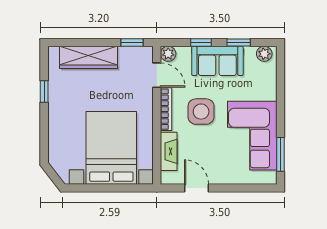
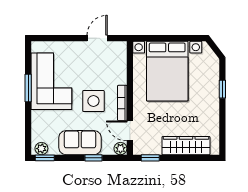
window: (239, 42) -> (45, 158), moved
window: (44, 91) -> (222, 89), moved
fireplace: (169, 151) -> (120, 68), removed
window: (280, 154) -> (28, 88), moved
door: (196, 188) -> (97, 38), swing flipped

